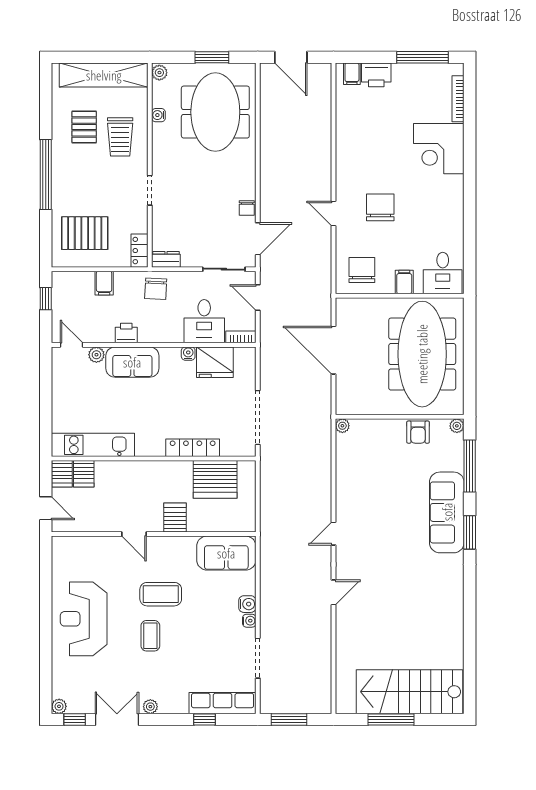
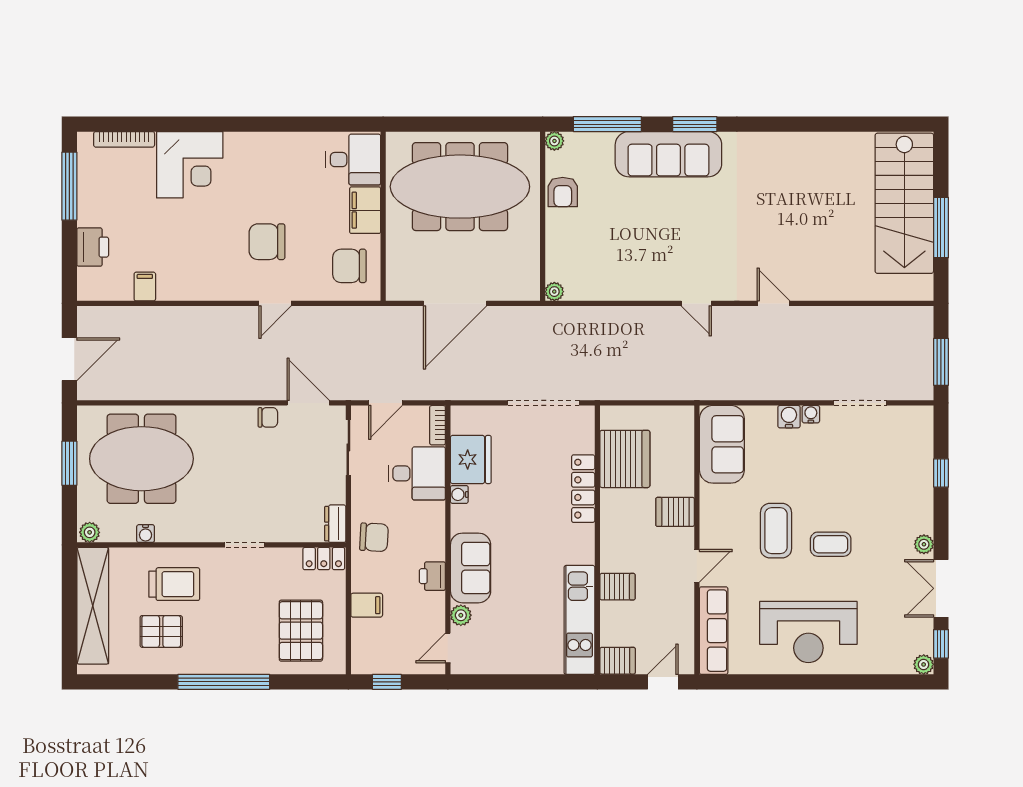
filing cabinet: (352, 74) -> (145, 287), moved, turned -90
filing cabinet: (404, 282) -> (365, 210), width x2.00
armchair: (418, 432) -> (563, 192), turned 90
server rack: (84, 474) -> (617, 587), moved
row of seats: (223, 703) -> (714, 631), moved, turned 180

